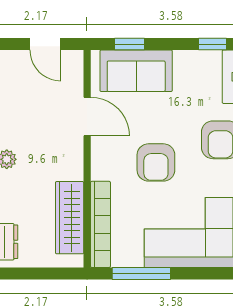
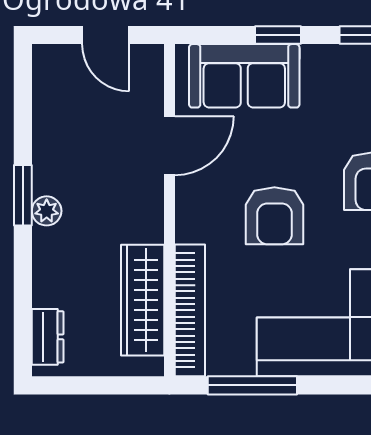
window: (130, 44) -> (278, 35), moved
door: (87, 116) -> (169, 146), hinge flipped

